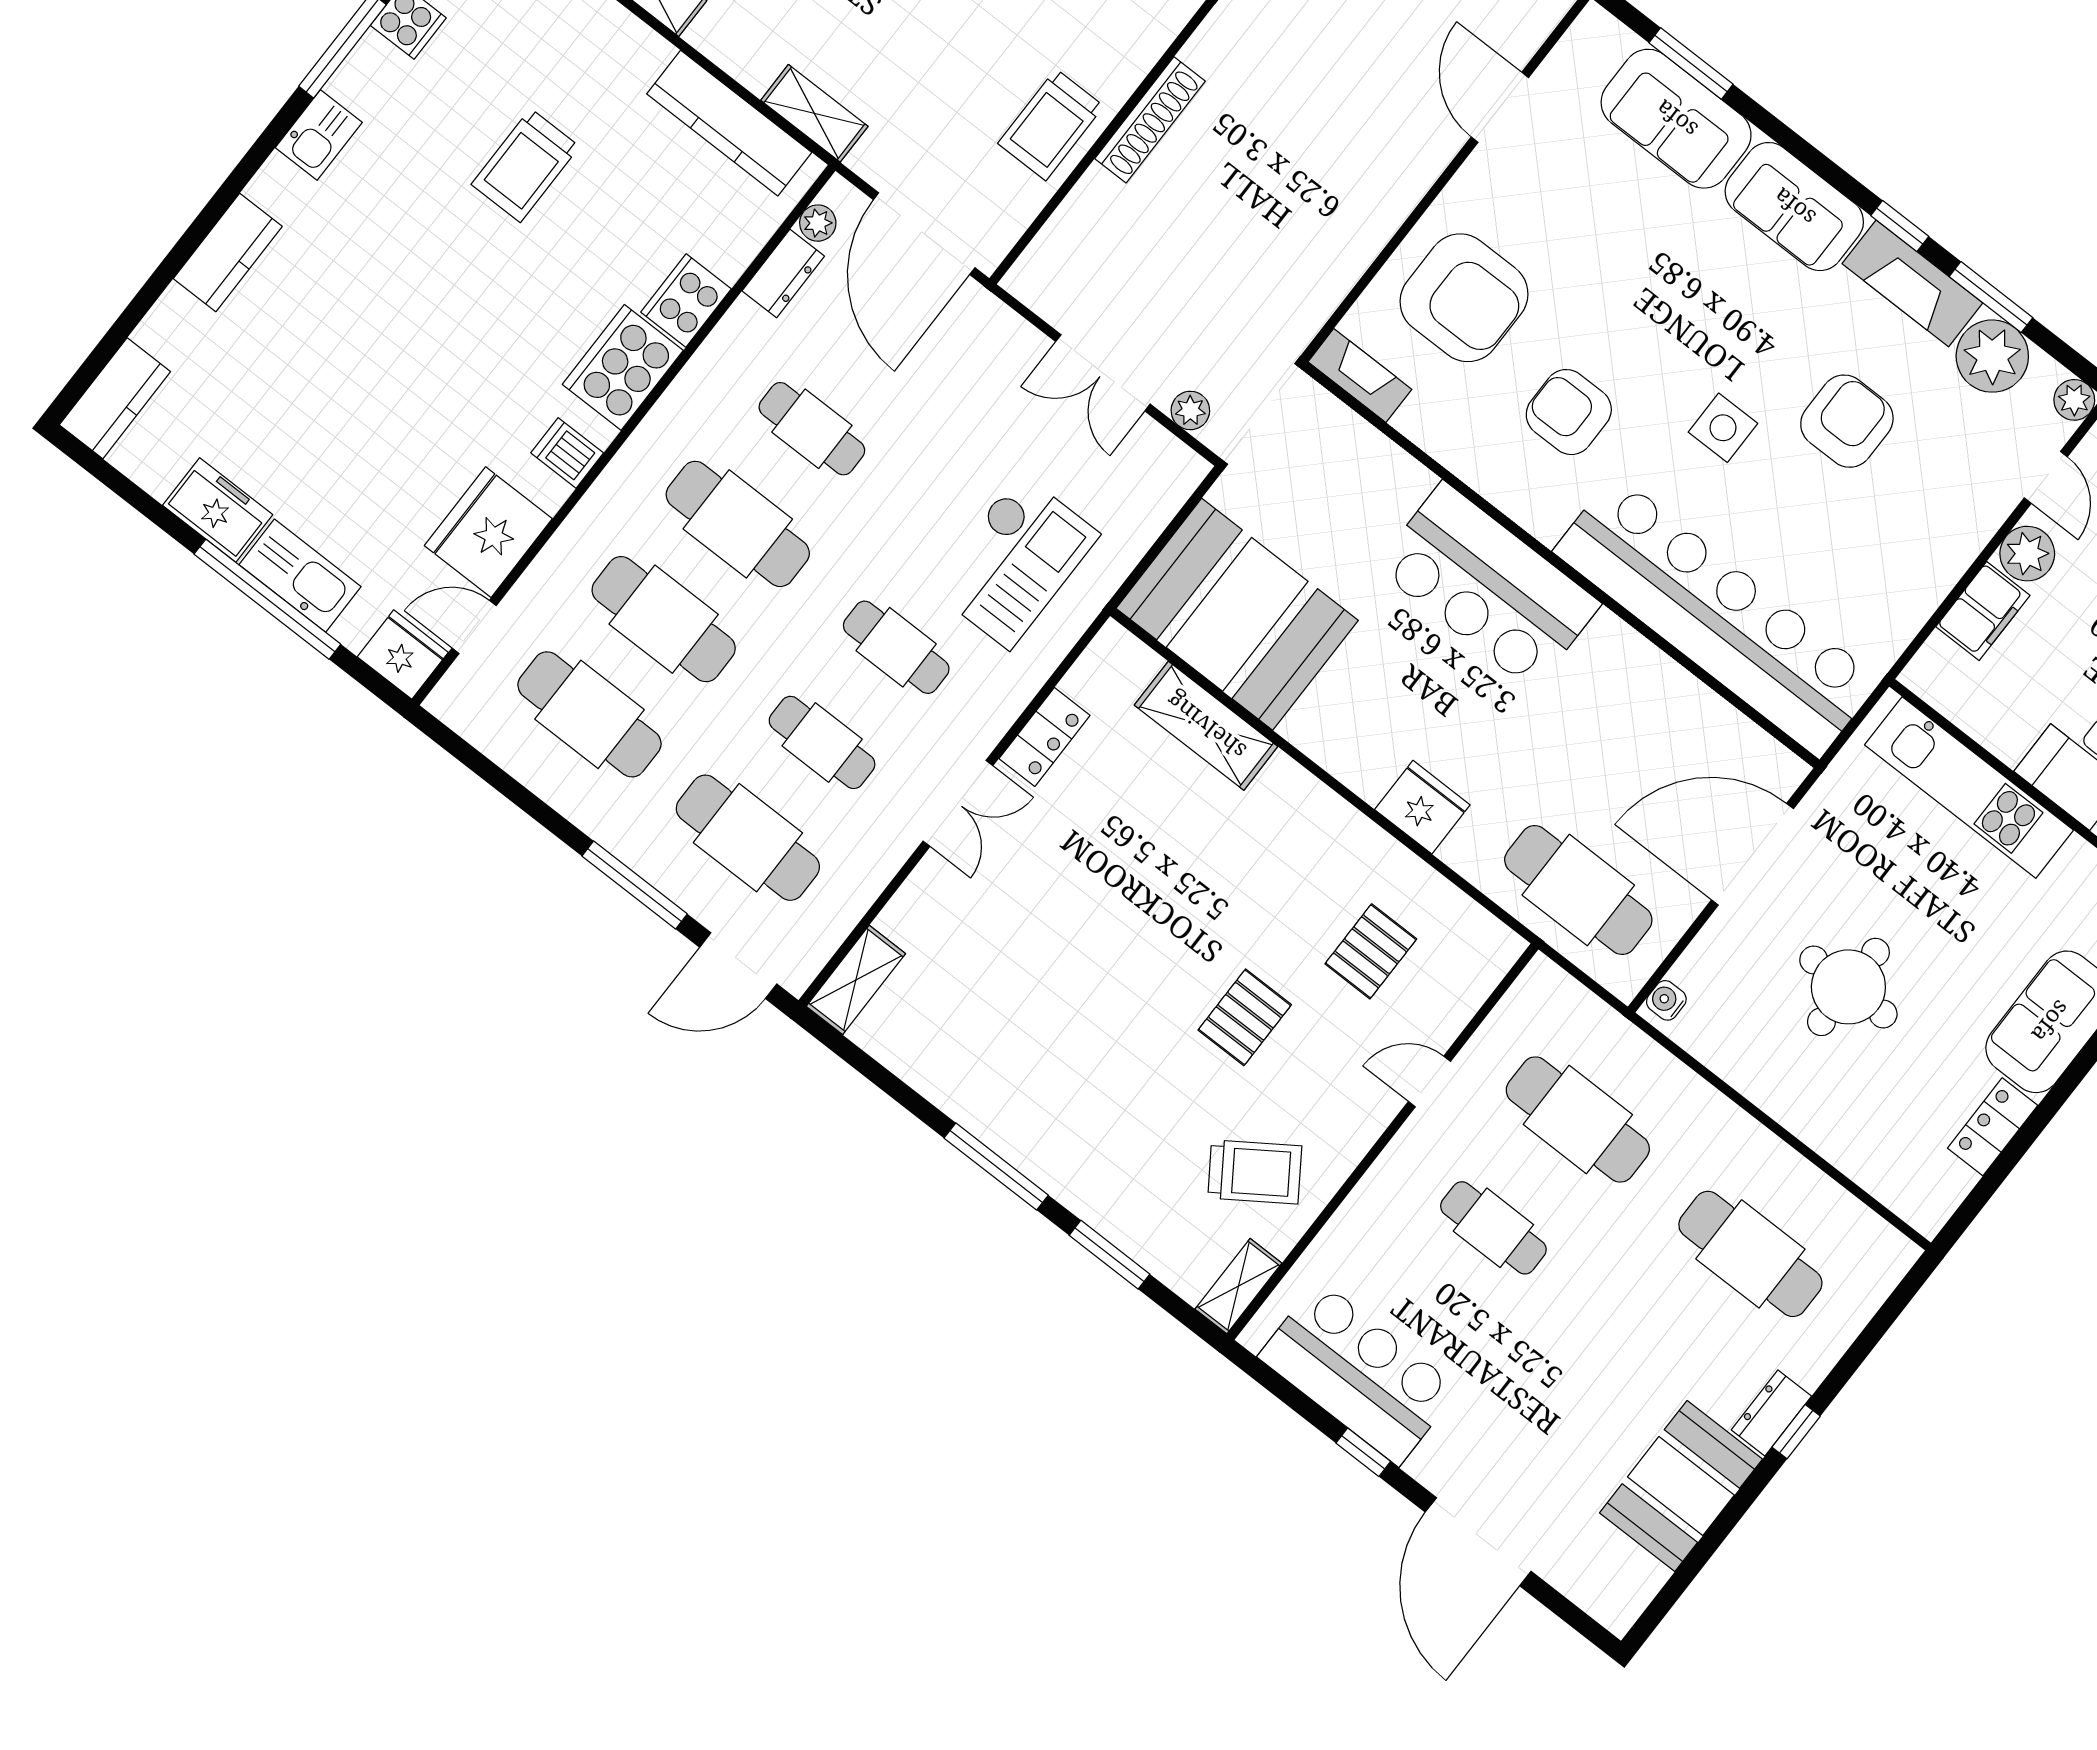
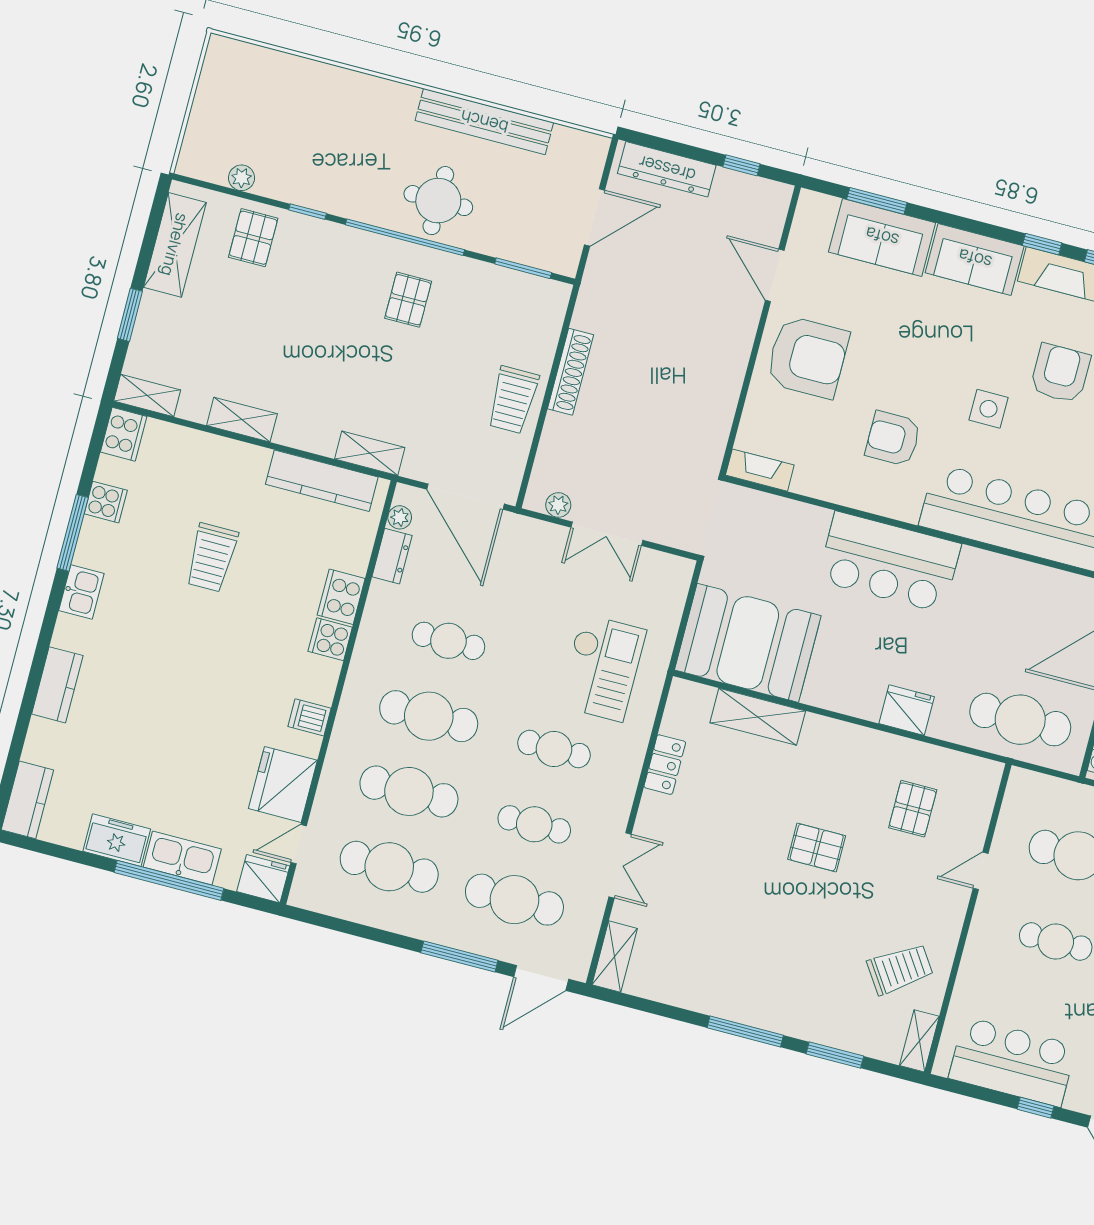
armchair: (1464, 298) -> (807, 357), moved
cooker: (623, 367) -> (330, 639), width x0.53, depth x0.76
plant: (1190, 410) -> (558, 505), moved
double door: (958, 803) -> (620, 865), moved
pallet: (1245, 1017) -> (817, 848), moved, turned 90

